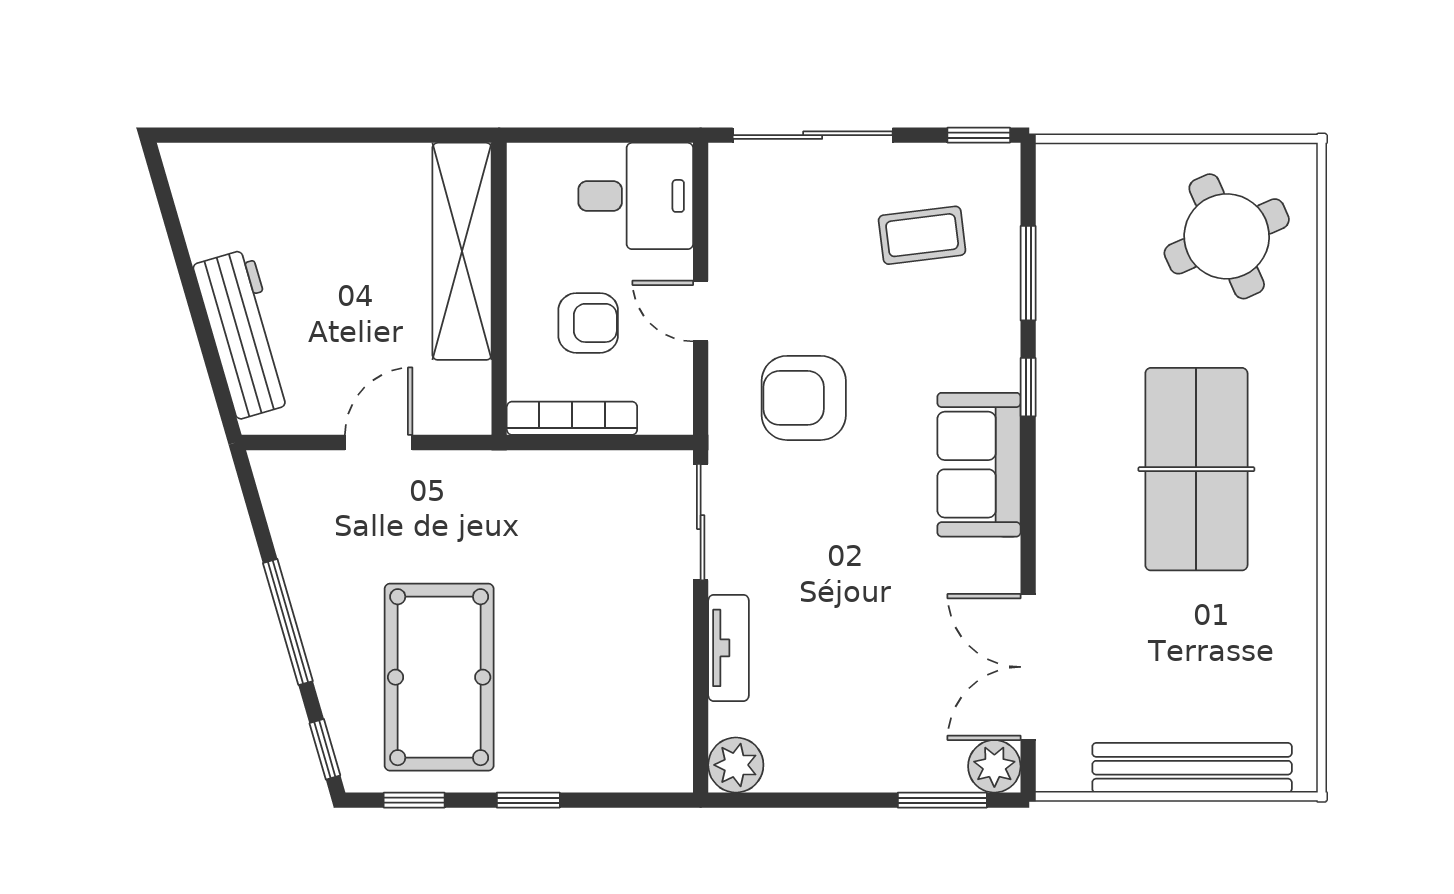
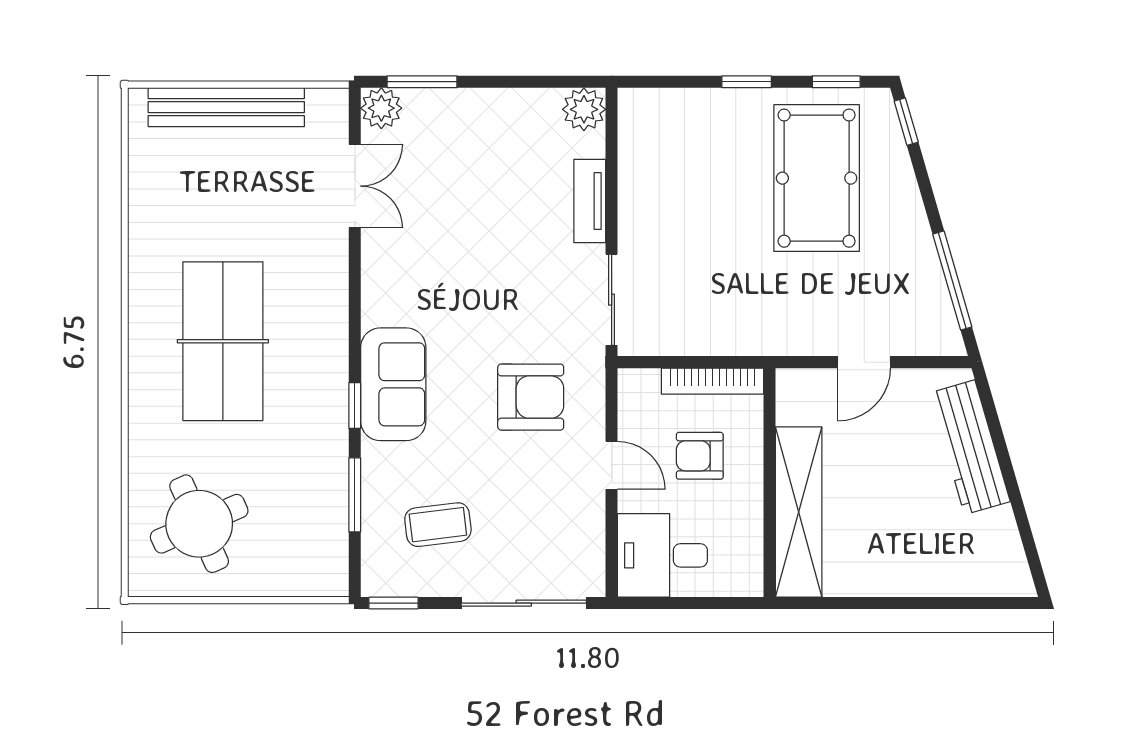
sofa: (979, 465) -> (393, 384), moved
window: (288, 622) -> (952, 281), moved
double door: (1028, 667) -> (355, 186), width x0.73

